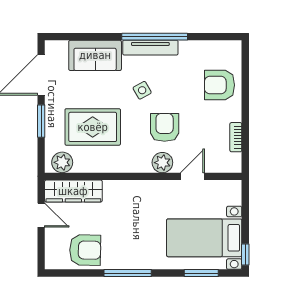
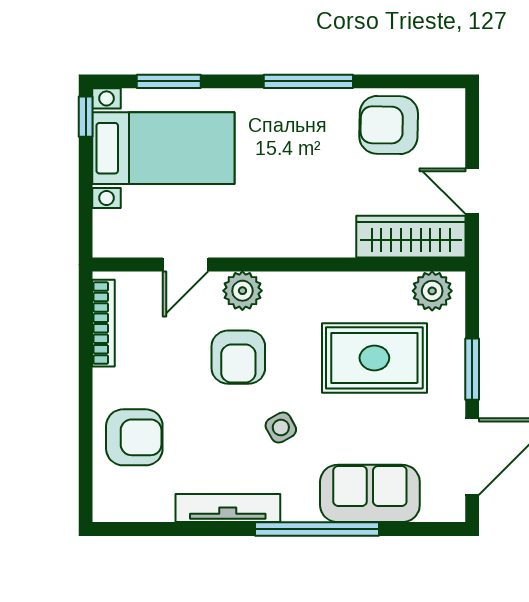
window: (155, 37) -> (317, 529), moved
tv unit: (150, 48) -> (228, 508), moved
bookcase: (236, 137) -> (103, 323), width x1.56

